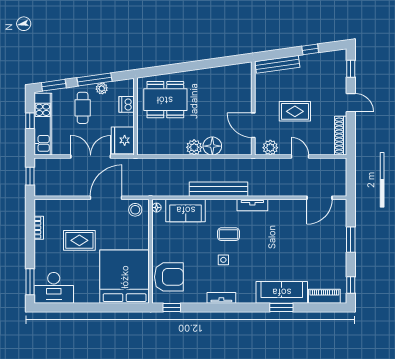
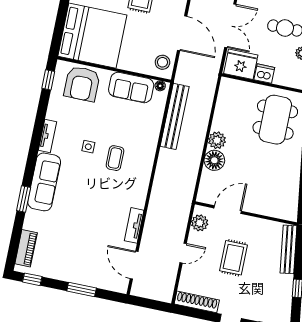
dishwasher: (127, 104) -> (264, 74), moved
bench: (219, 189) -> (175, 116), moved
tv unit: (252, 205) -> (134, 225), moved
sofa: (186, 210) -> (131, 88), moved, turned -90
sofa: (282, 292) -> (44, 182), moved

